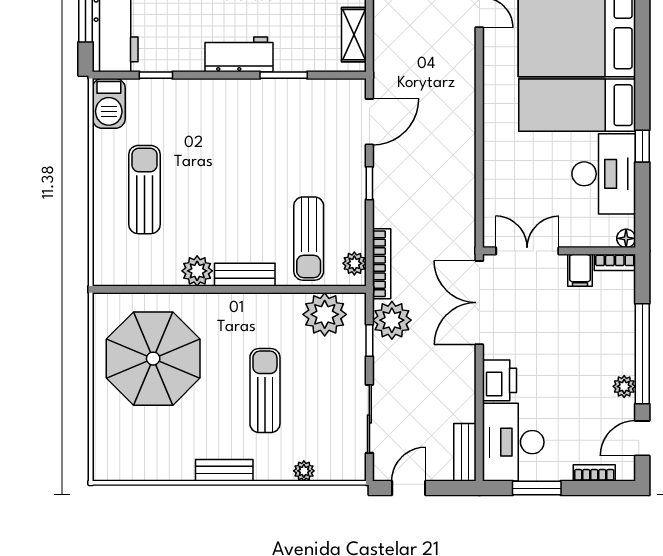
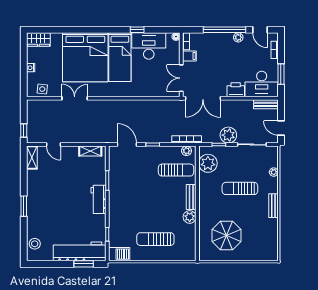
plant: (392, 320) -> (228, 135), moved
parasol: (153, 359) -> (226, 235), width x0.73, depth x0.73

